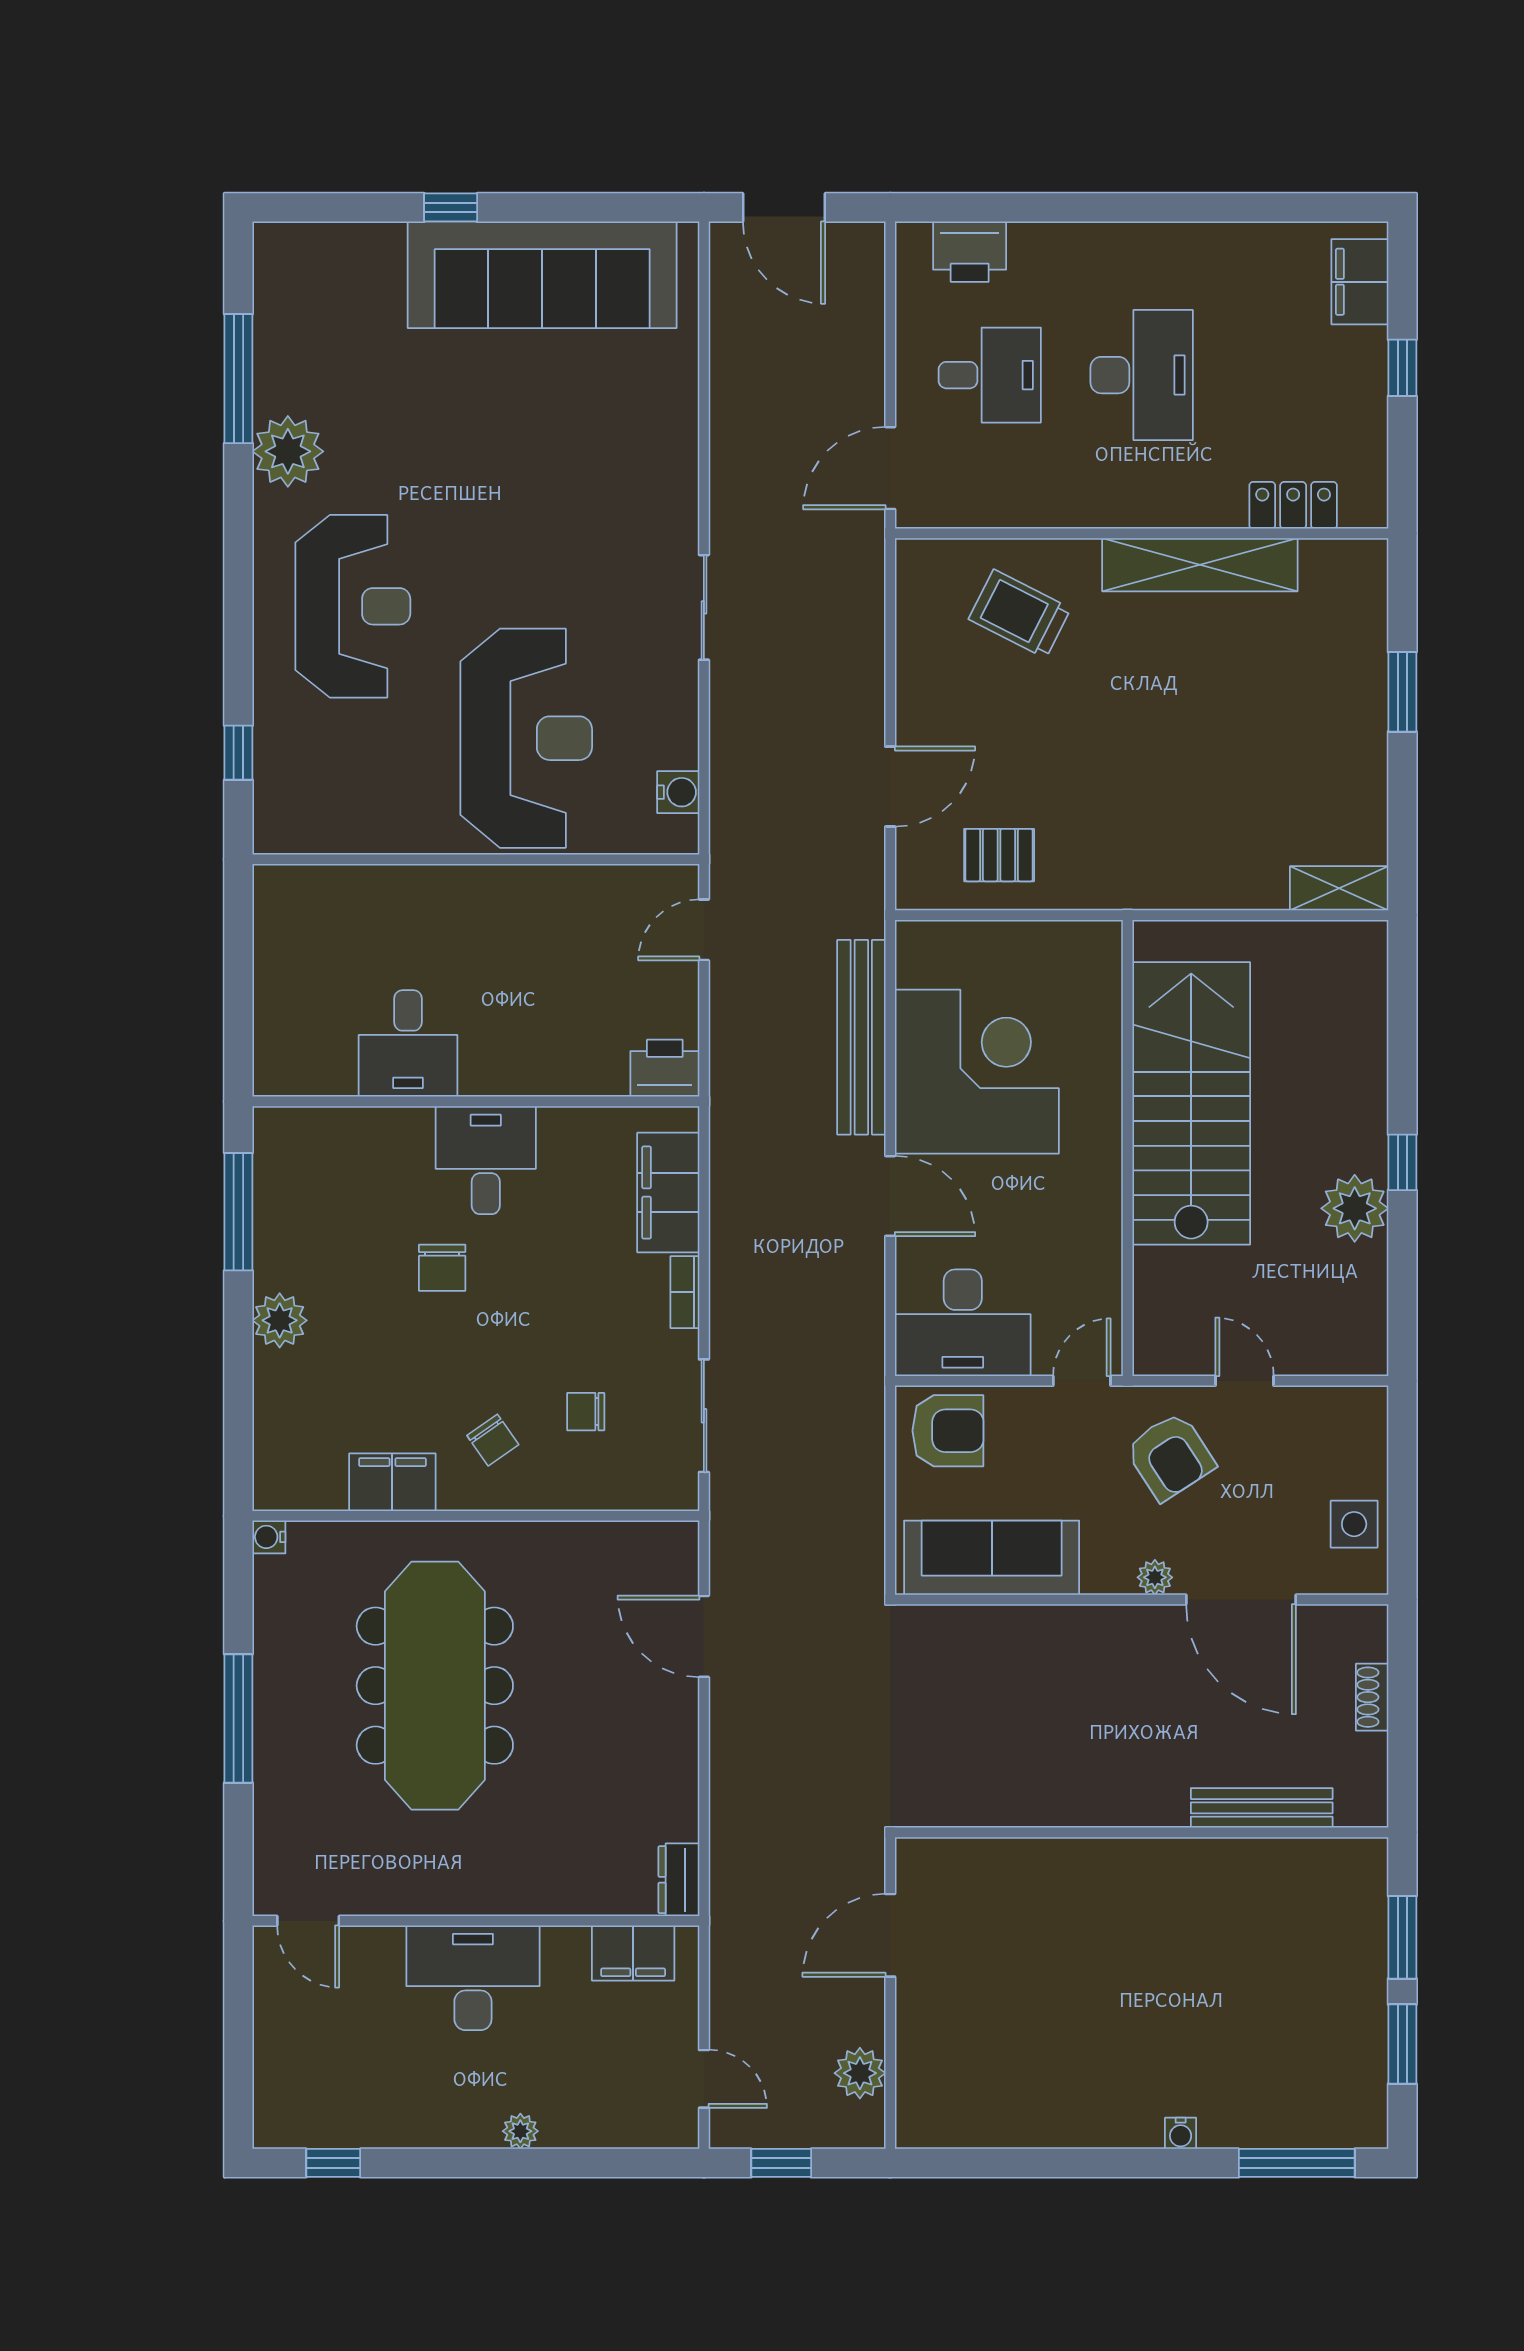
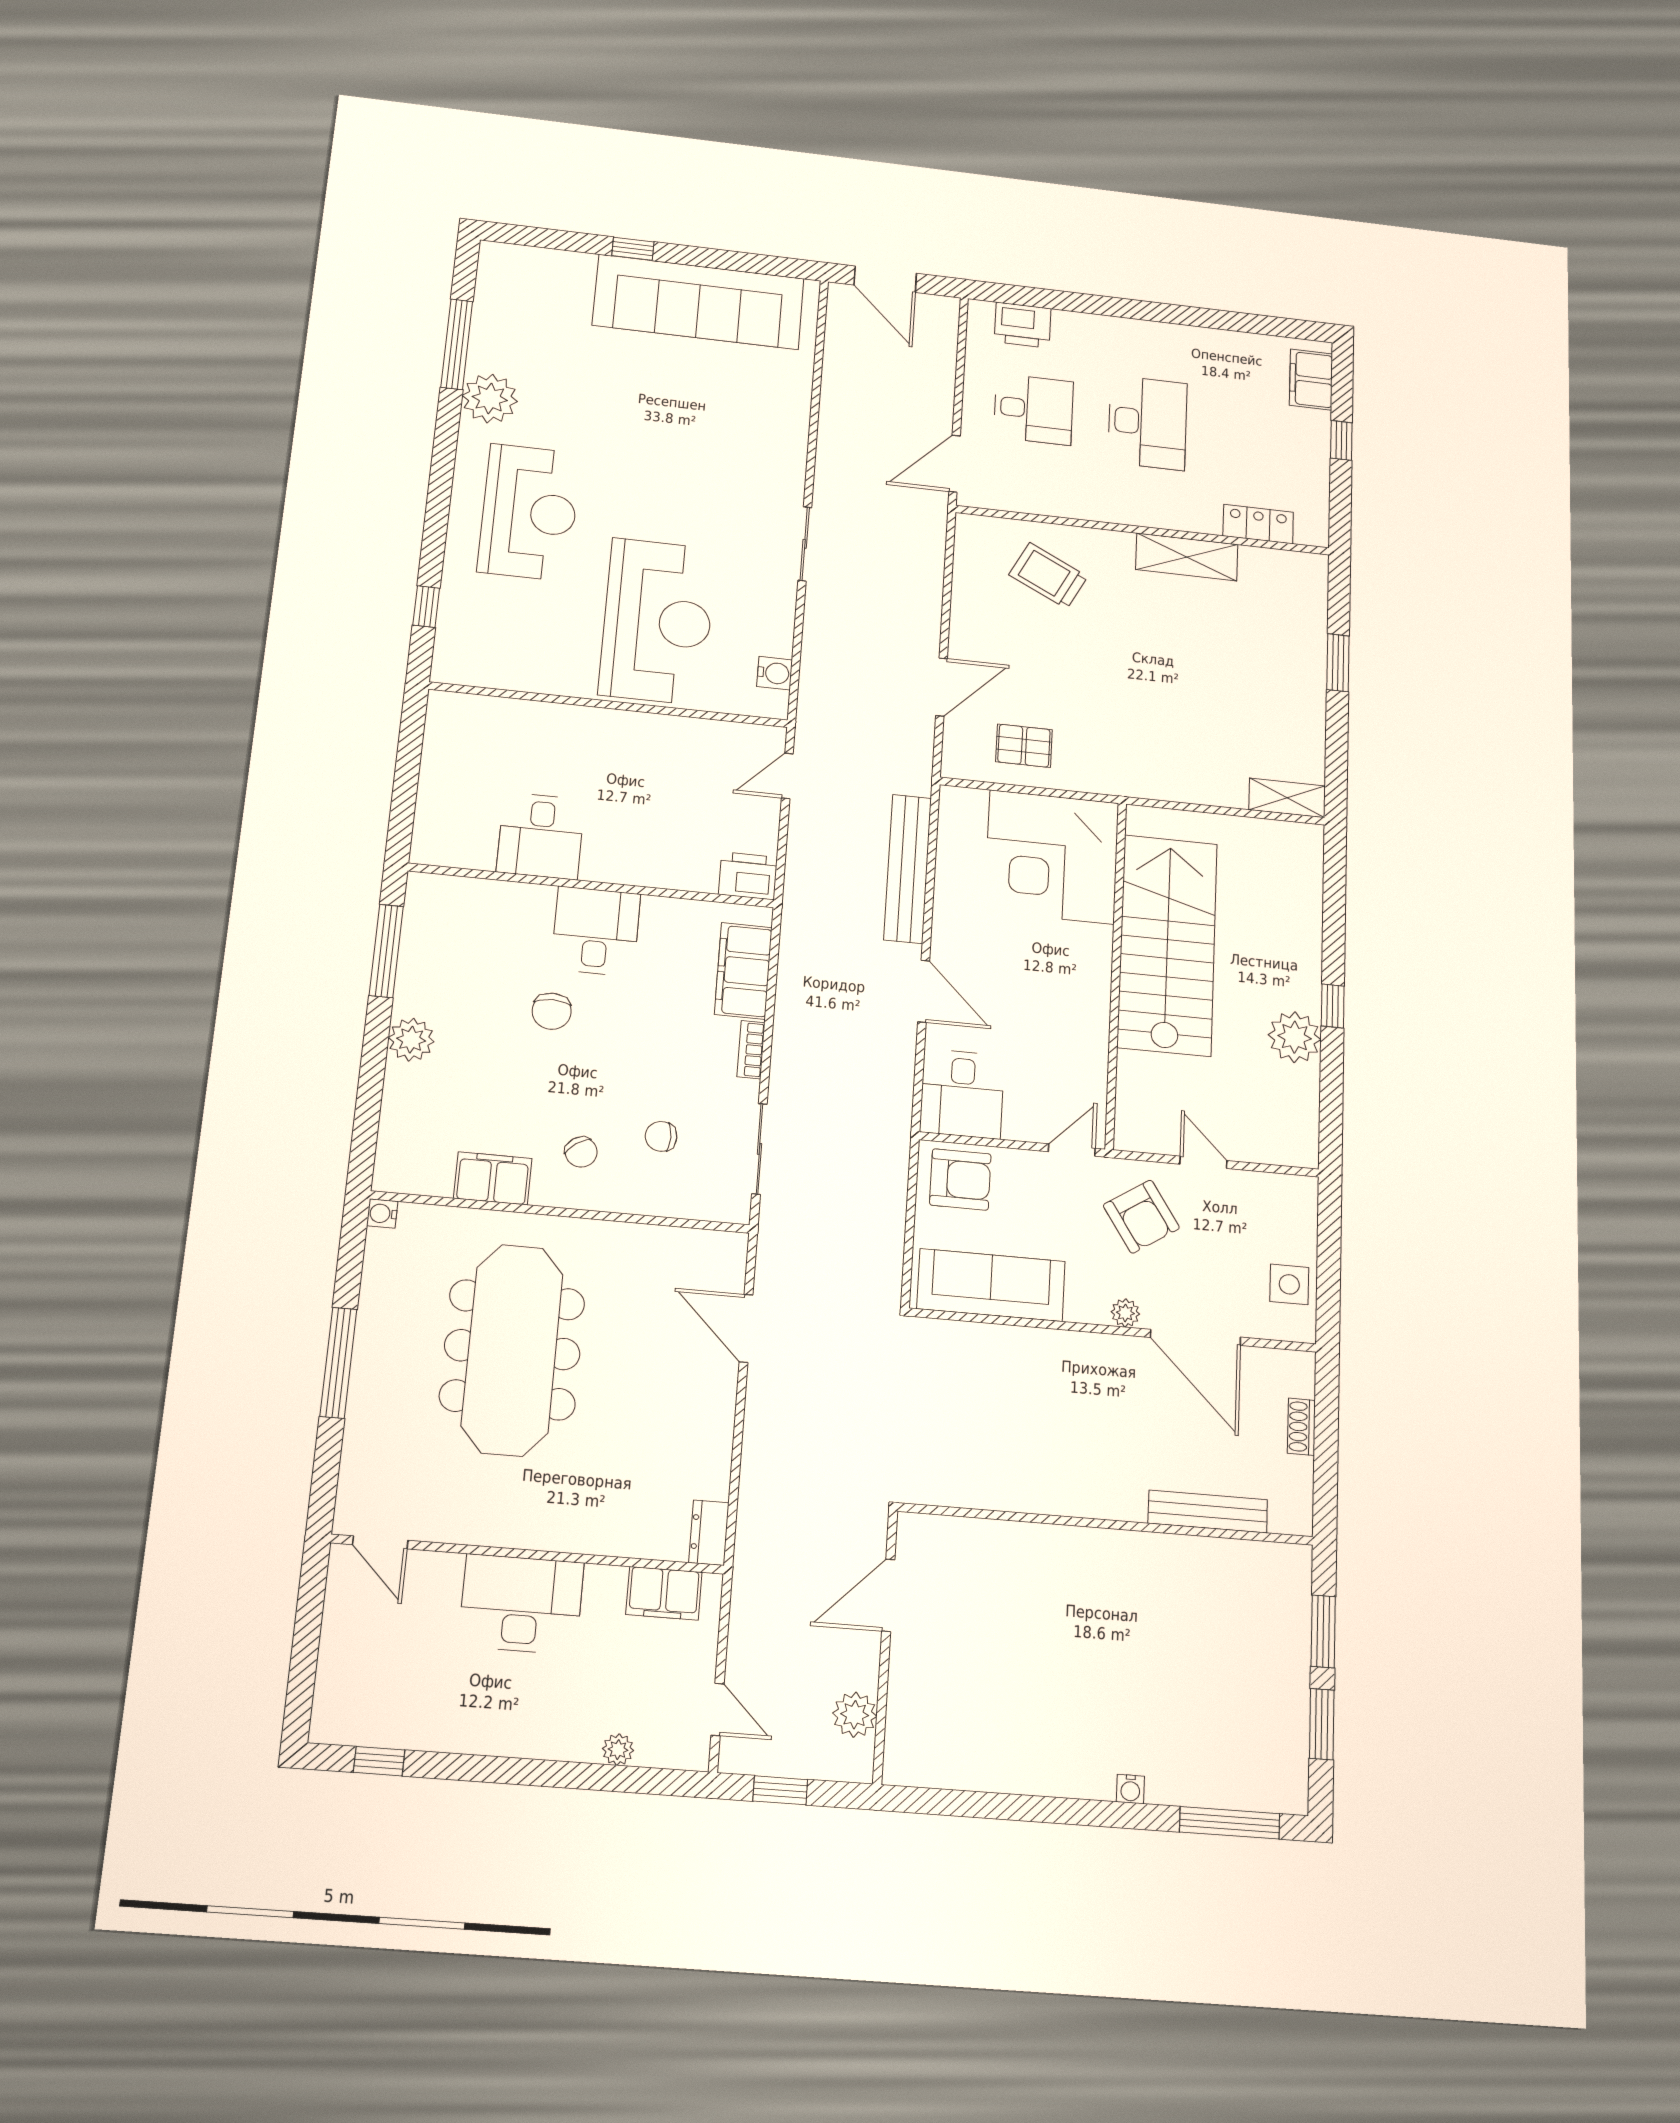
shelving: (1200, 565) -> (1187, 557), width x0.68
corner desk: (977, 1072) -> (1052, 857), moved, turned 180
desk: (963, 1323) -> (962, 1094), width x0.73
plant: (520, 2131) -> (618, 1750), moved

